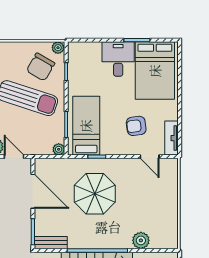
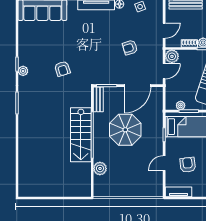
plant: (59, 149) -> (181, 105), moved
door: (150, 157) -> (164, 163), moved
parasol: (95, 194) -> (125, 130), moved

